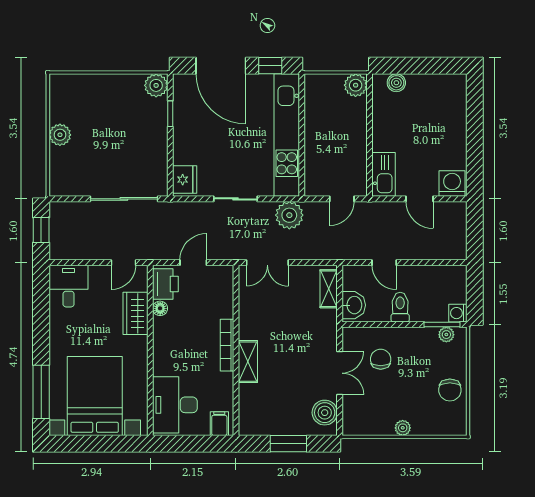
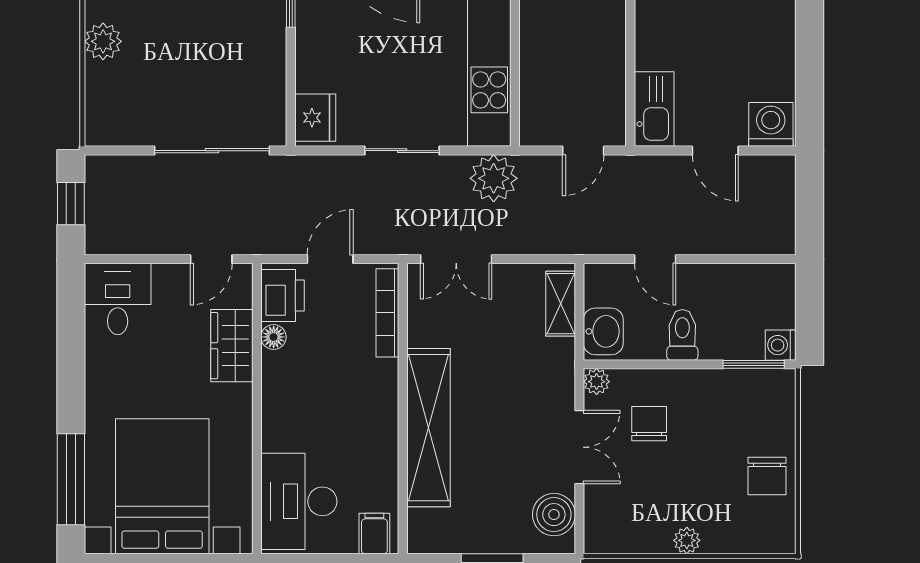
plant: (446, 335) -> (597, 382), moved
bookcase: (227, 345) -> (387, 313), moved
shelving: (248, 362) -> (428, 428), width x2.20, depth x1.33

